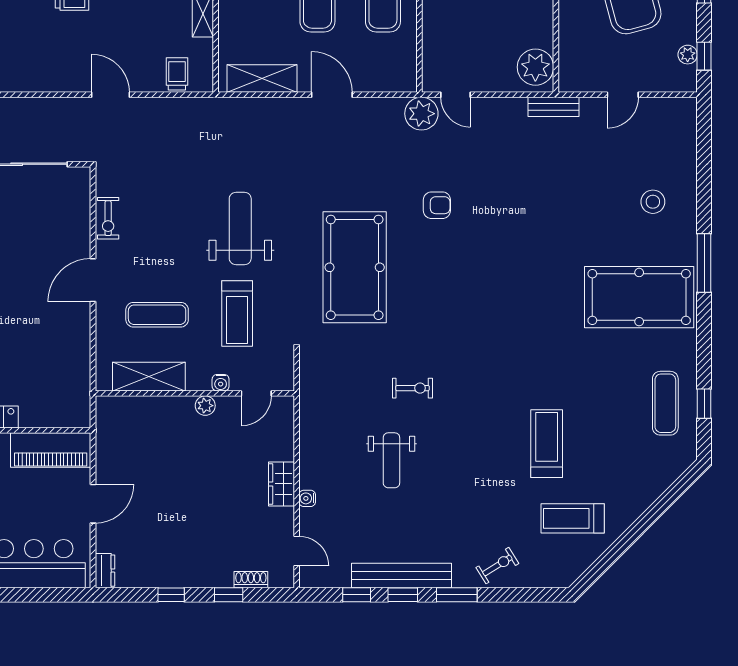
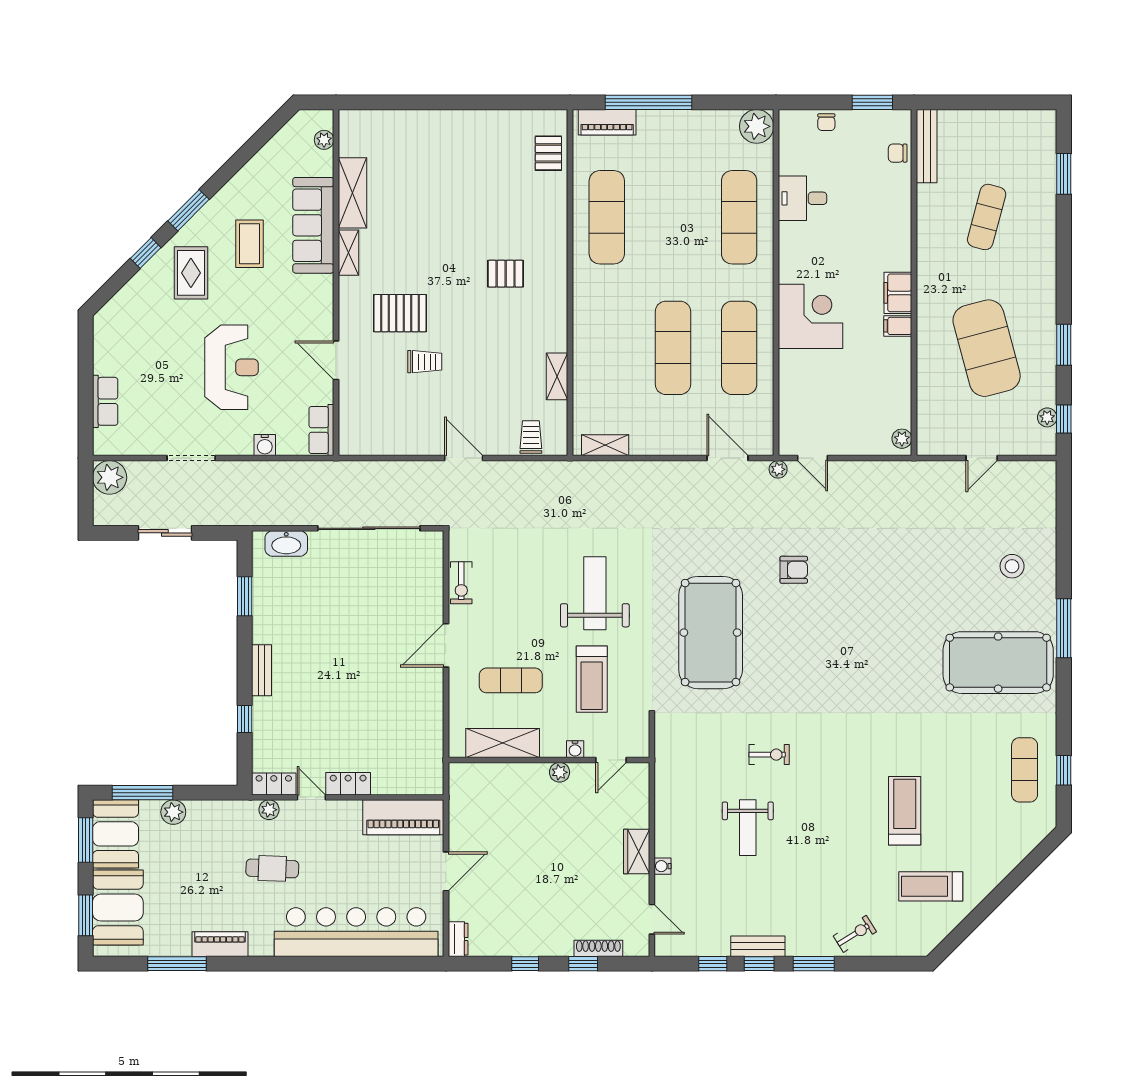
plant: (535, 67) -> (902, 439), width x0.53, depth x0.53
shelving: (262, 78) -> (605, 445), width x0.67, depth x0.75
door: (332, 95) -> (727, 458), moved
bench: (554, 107) -> (912, 470), removed
plant: (421, 114) -> (778, 469), width x0.53, depth x0.53
bench: (401, 575) -> (758, 946), width x0.54, depth x0.82
shoe rack: (251, 580) -> (598, 948), width x1.43

